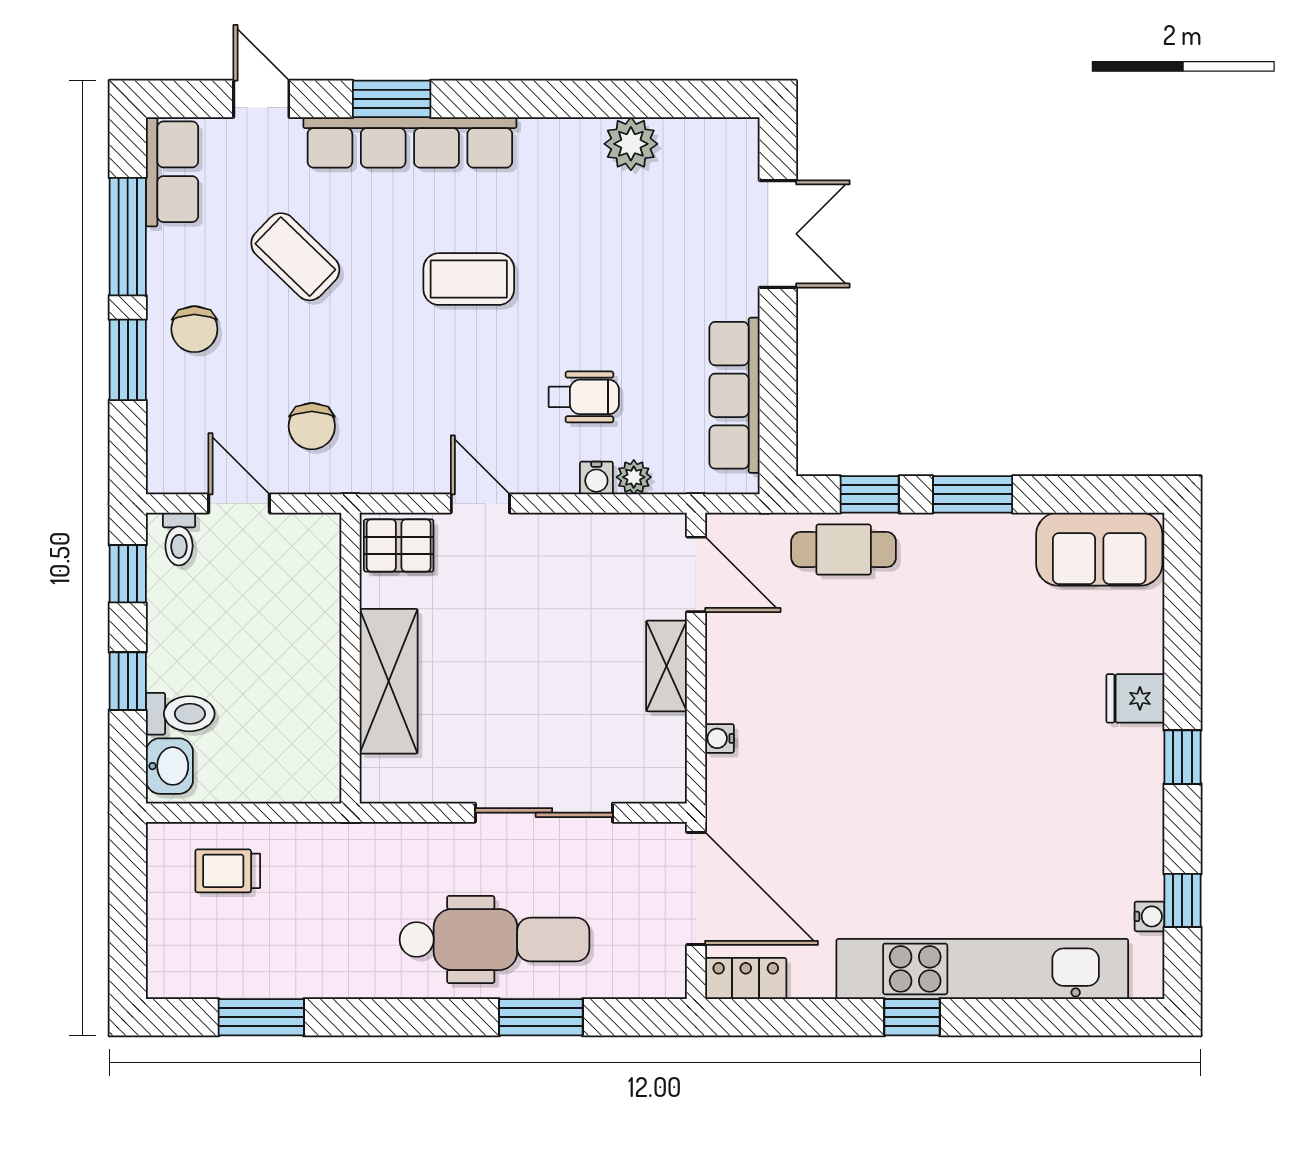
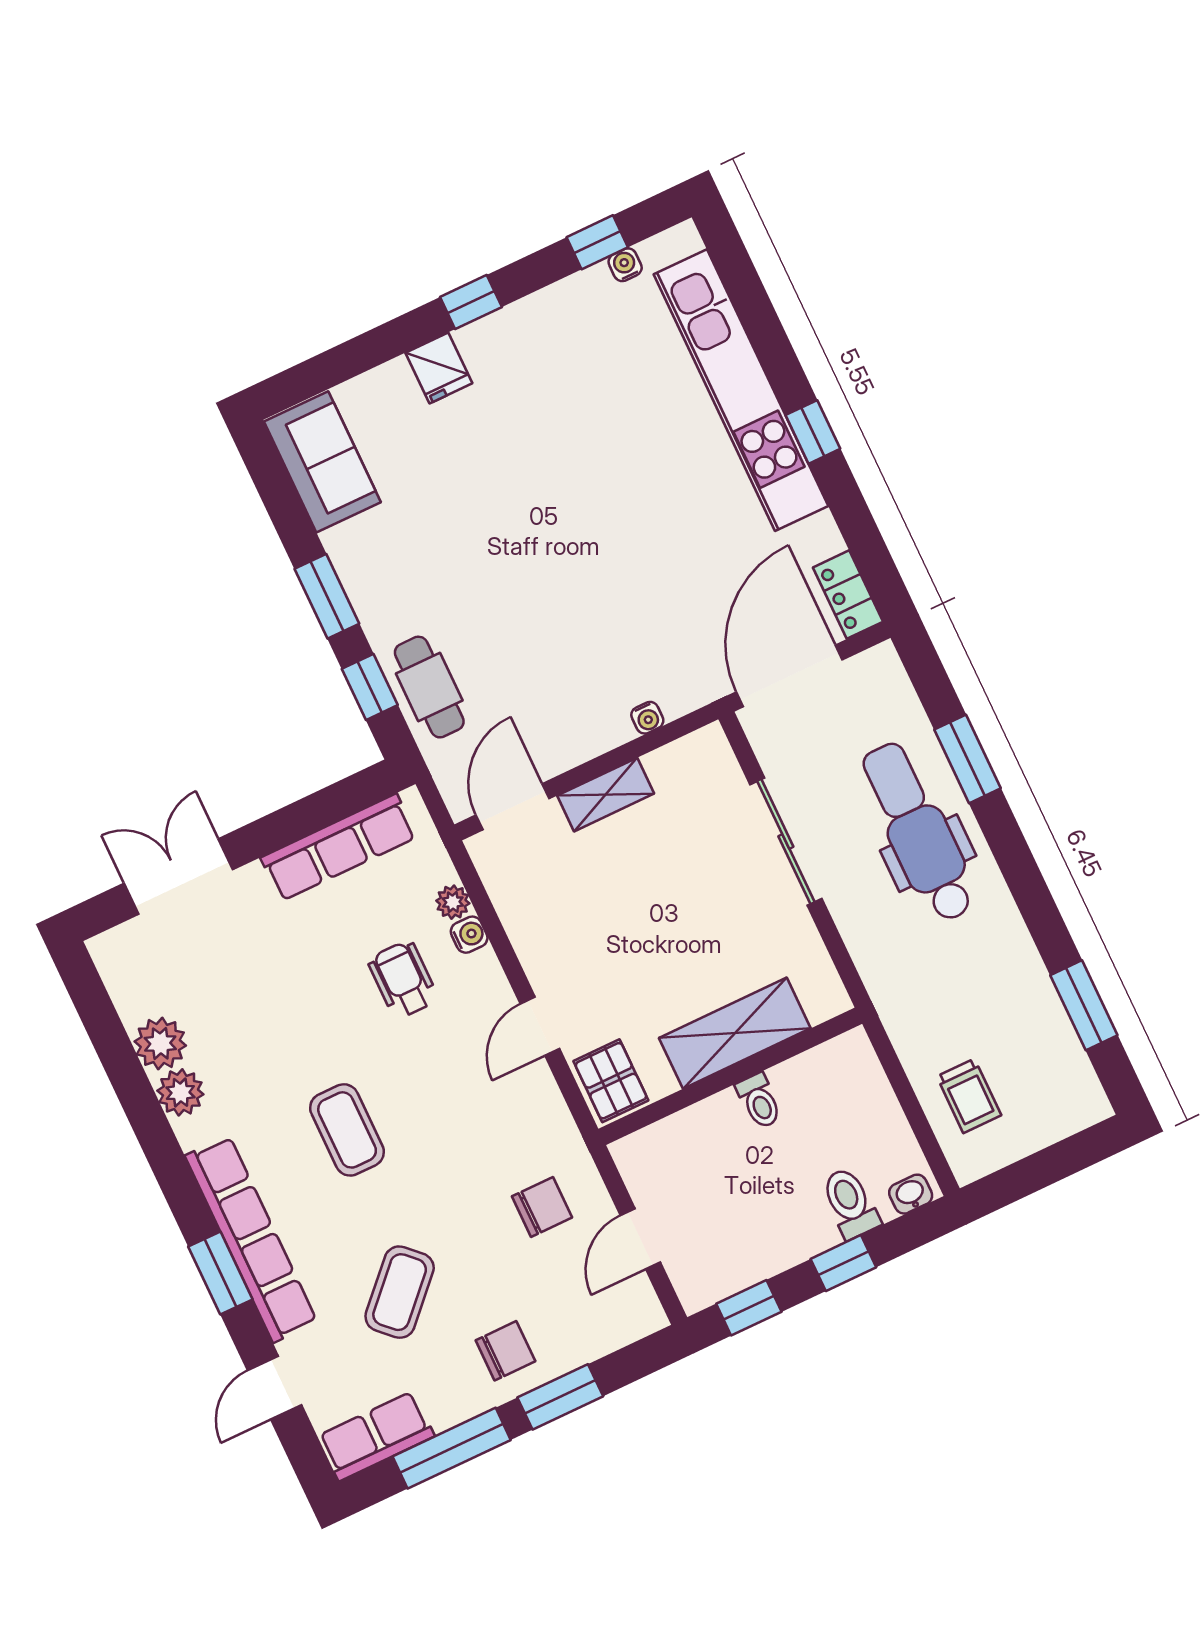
plant: (577, 141) -> (180, 1092), added
toilet: (179, 539) -> (759, 1101), moved, turned 90
washbasin: (169, 766) -> (911, 1194), width x0.72, depth x0.69

